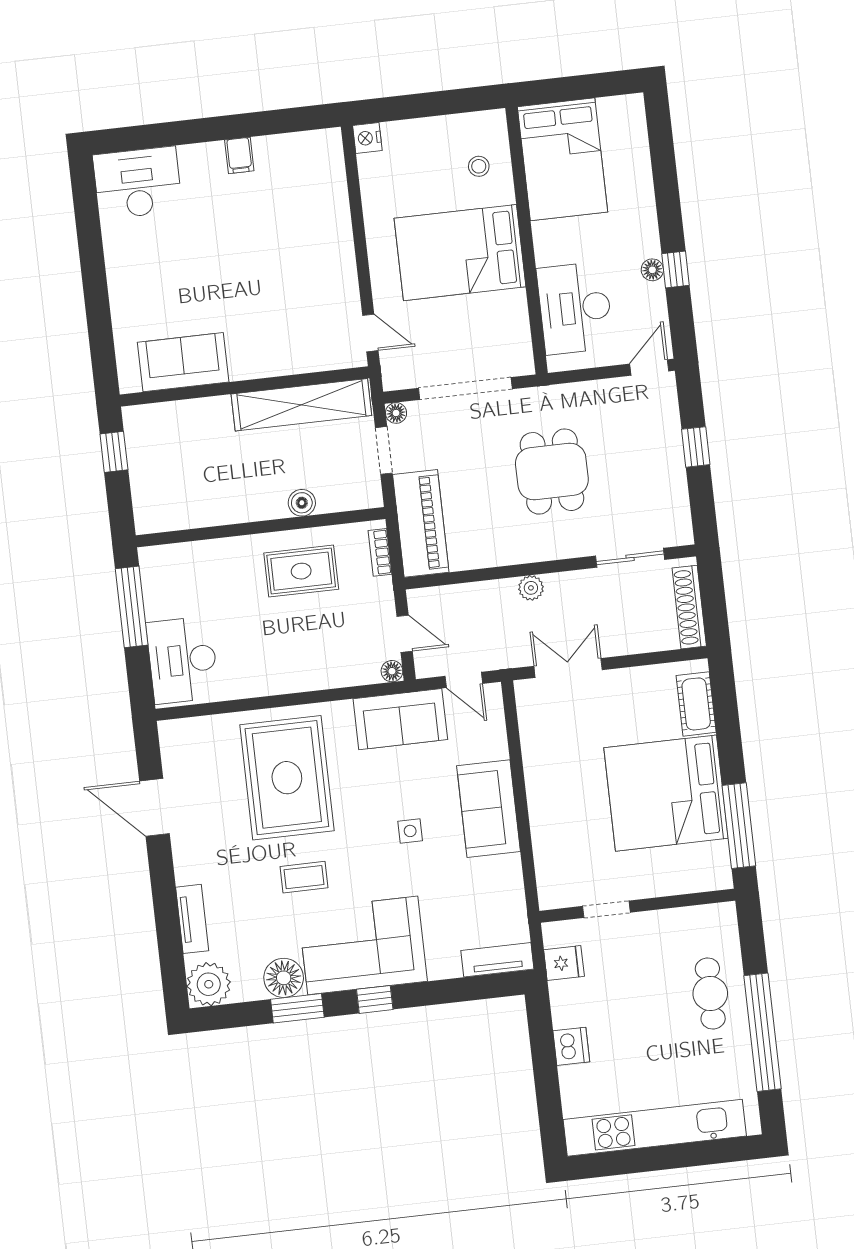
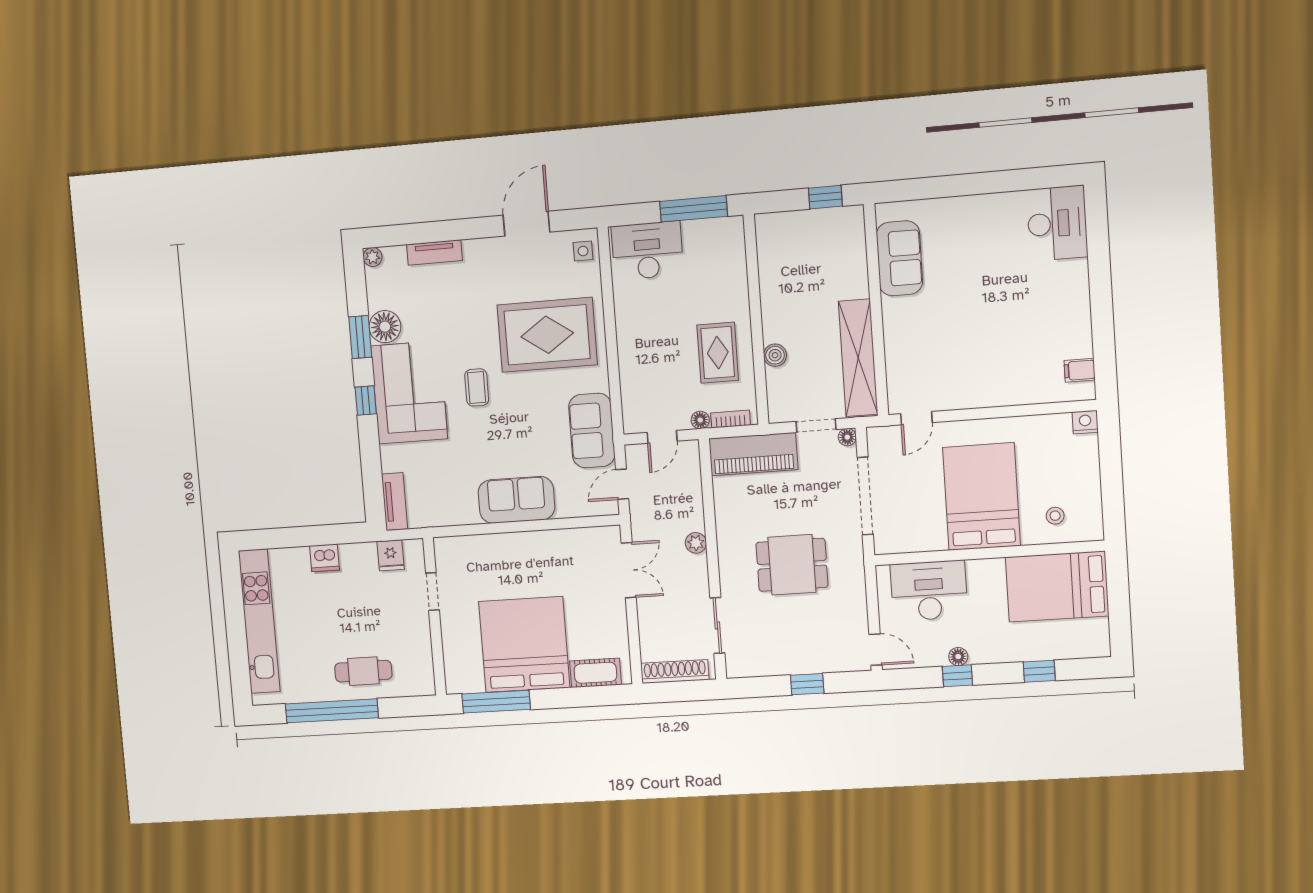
filing cabinet: (239, 155) -> (1080, 370), moved
window: (665, 174) -> (1039, 671), added
floor lamp: (392, 671) -> (700, 420), moved
side table: (410, 831) -> (583, 251), moved
coffee table: (304, 877) -> (477, 387), moved
plant: (209, 984) -> (373, 257), width x0.53, depth x0.53

